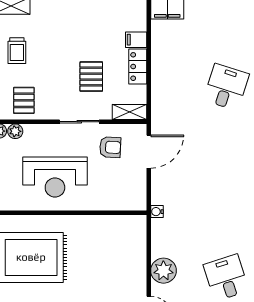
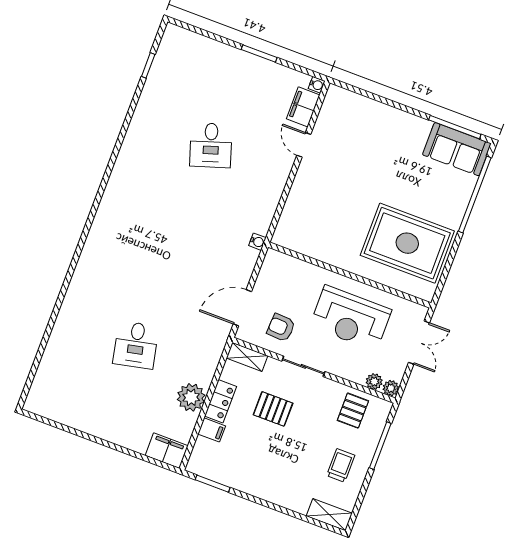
pallet: (91, 77) -> (273, 409), turned 90
desk: (226, 87) -> (136, 345), turned -30
reception desk: (55, 177) -> (351, 318), turned 180
plant: (163, 271) -> (191, 397), moved

